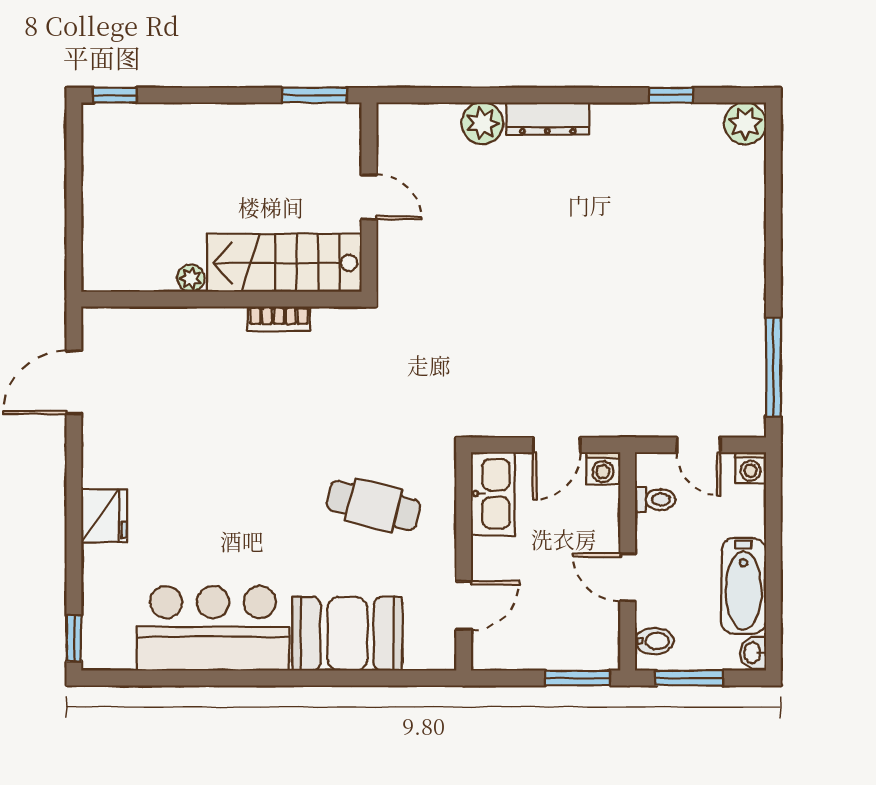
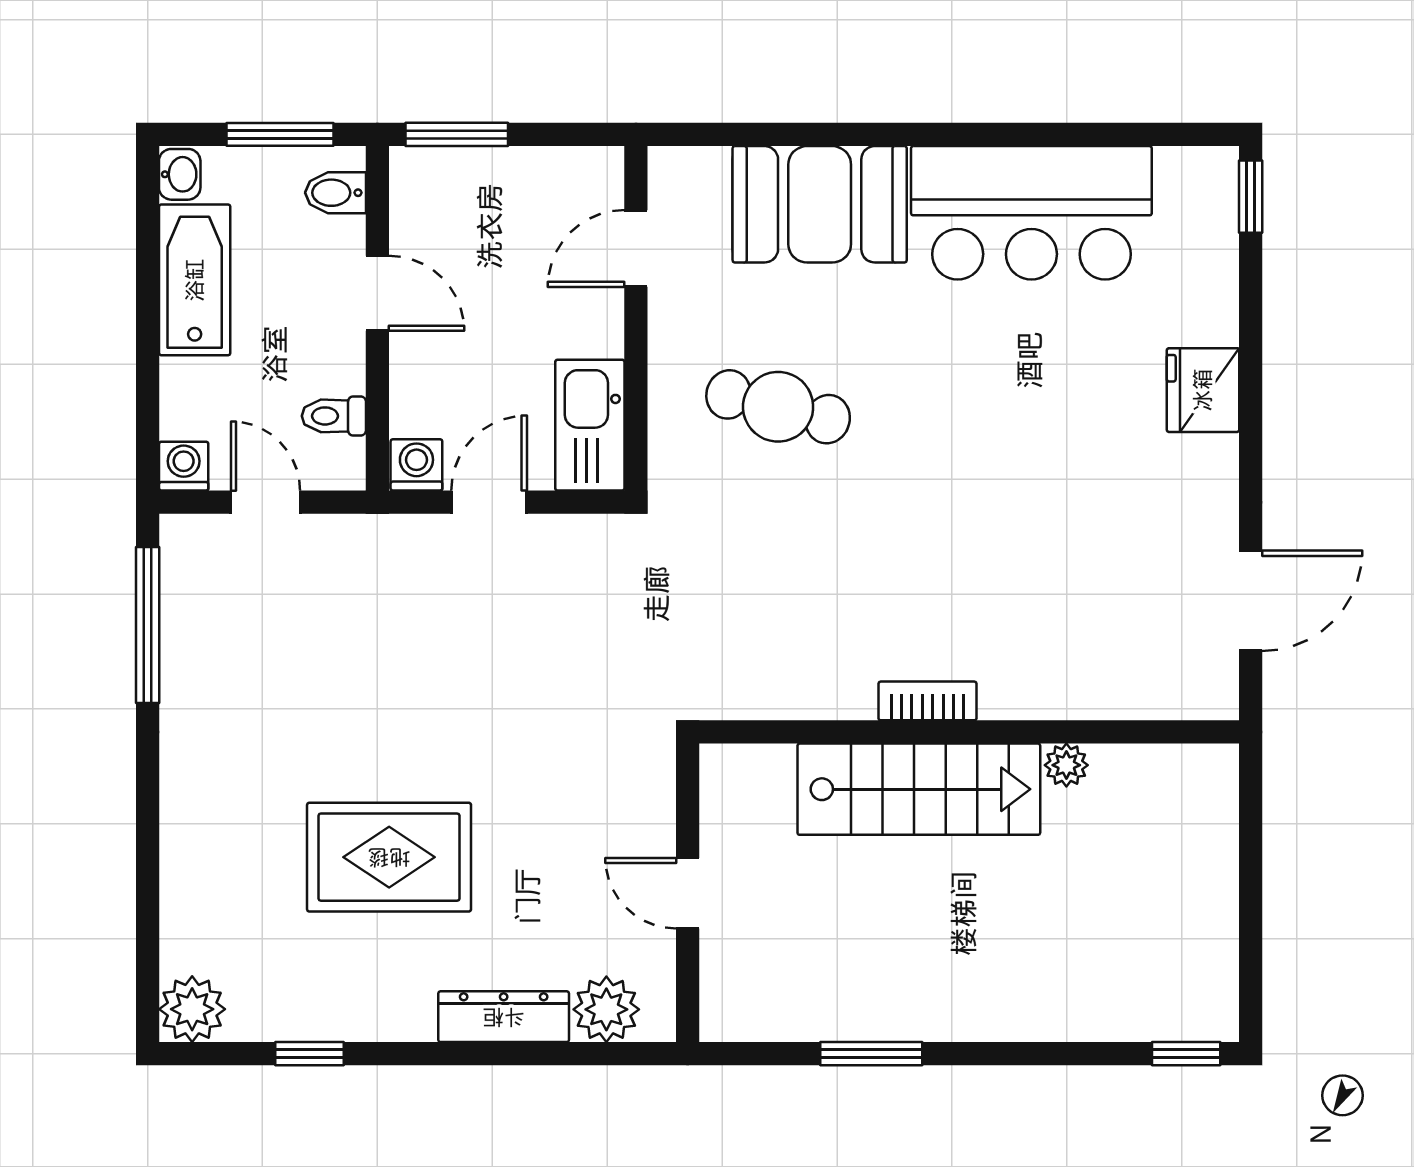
door: (369, 197) -> (688, 893), moved
wall: (369, 197) -> (688, 893), moved
rug: (620, 220) -> (389, 857), added

